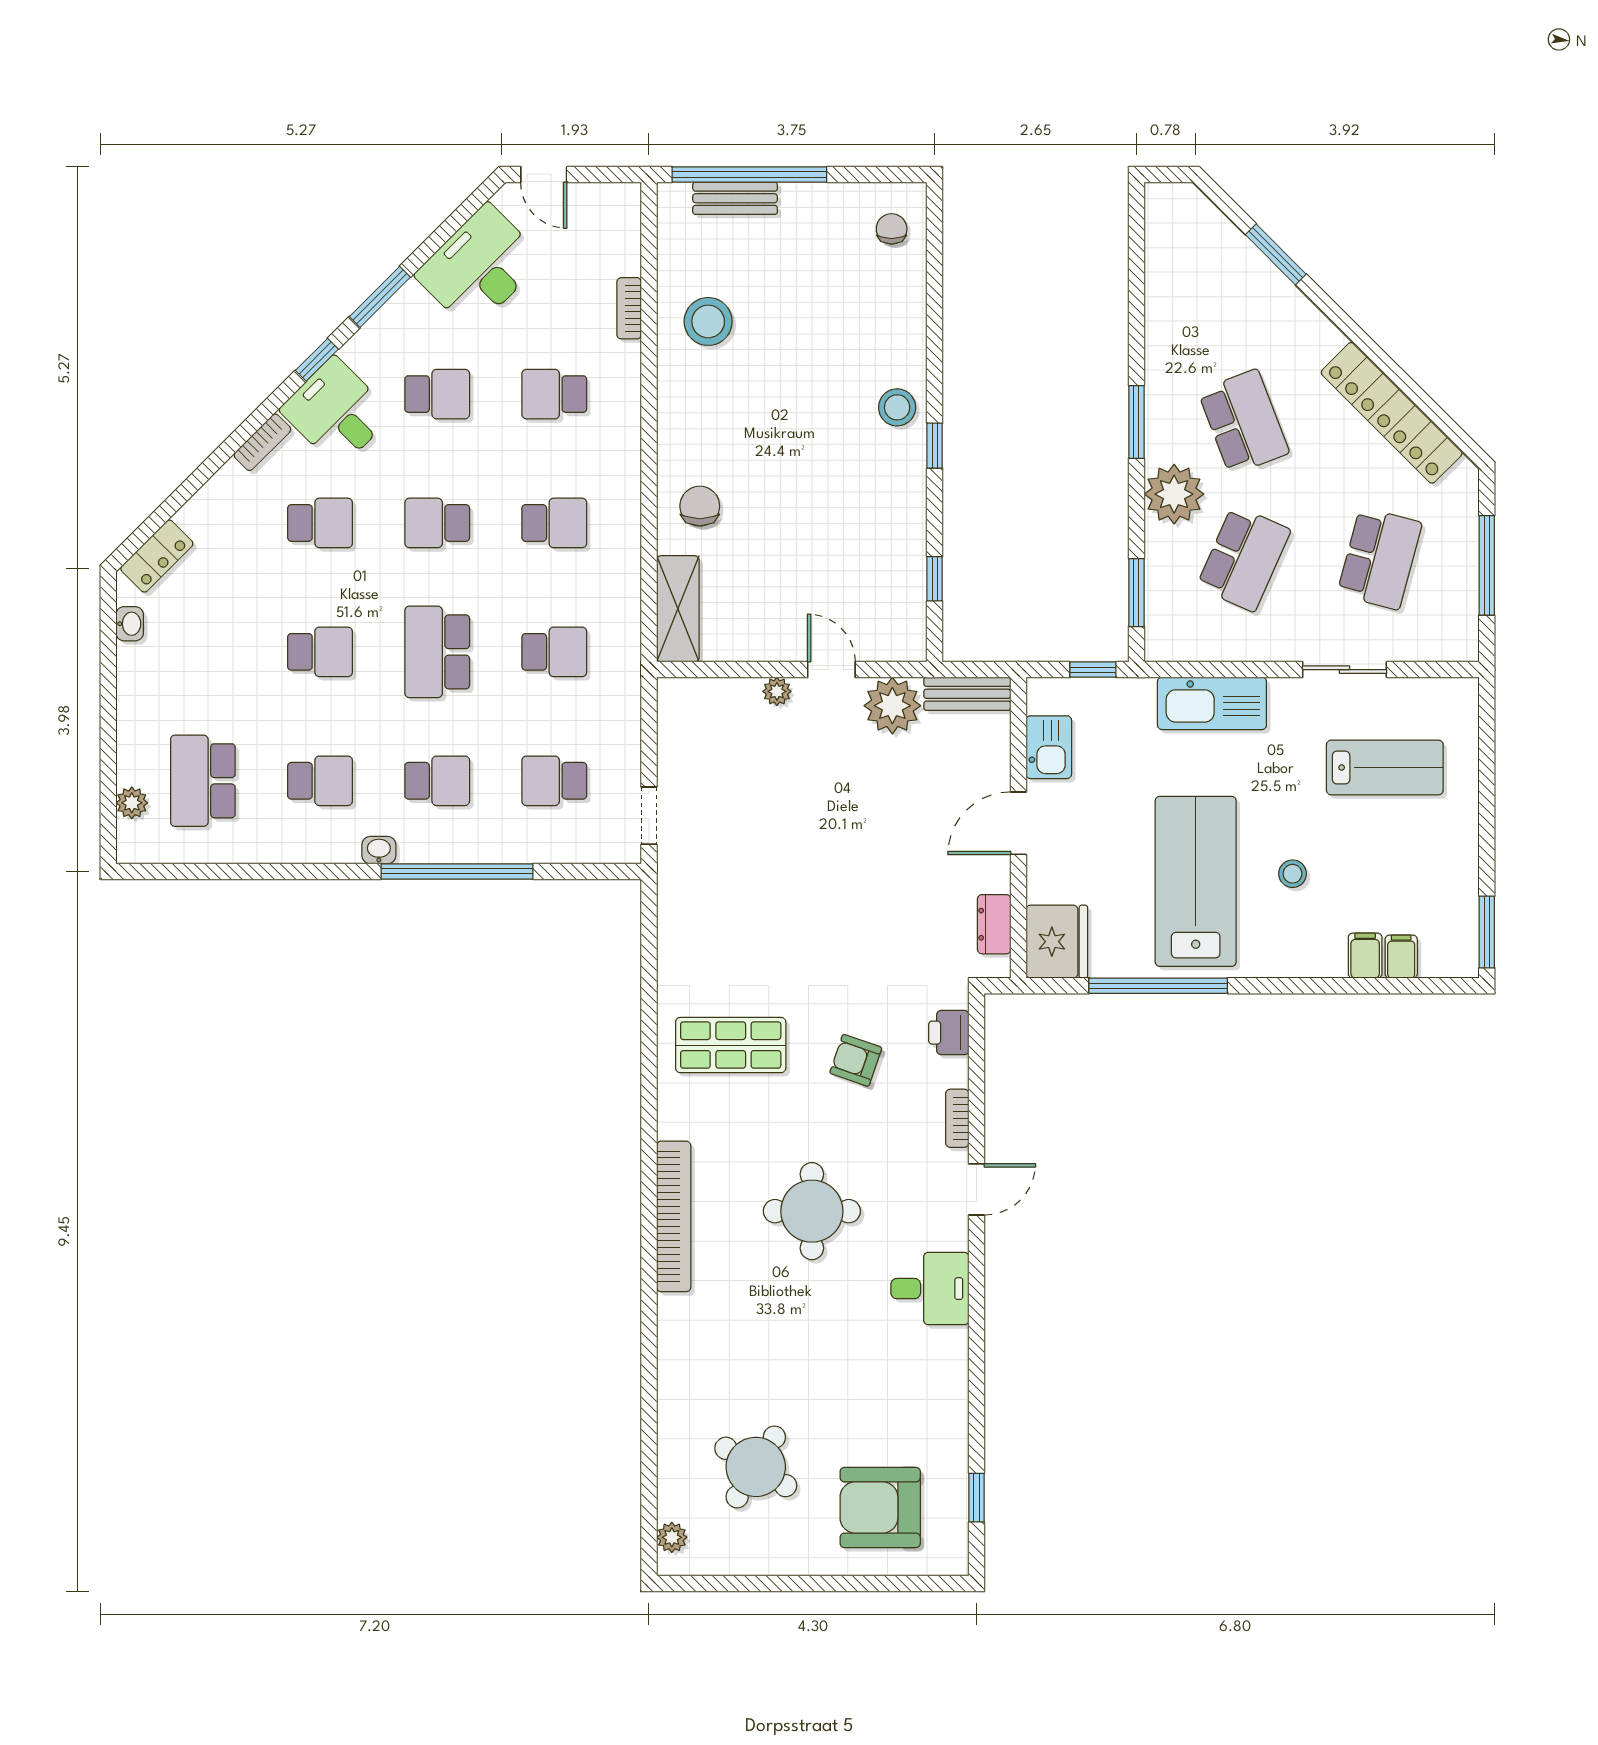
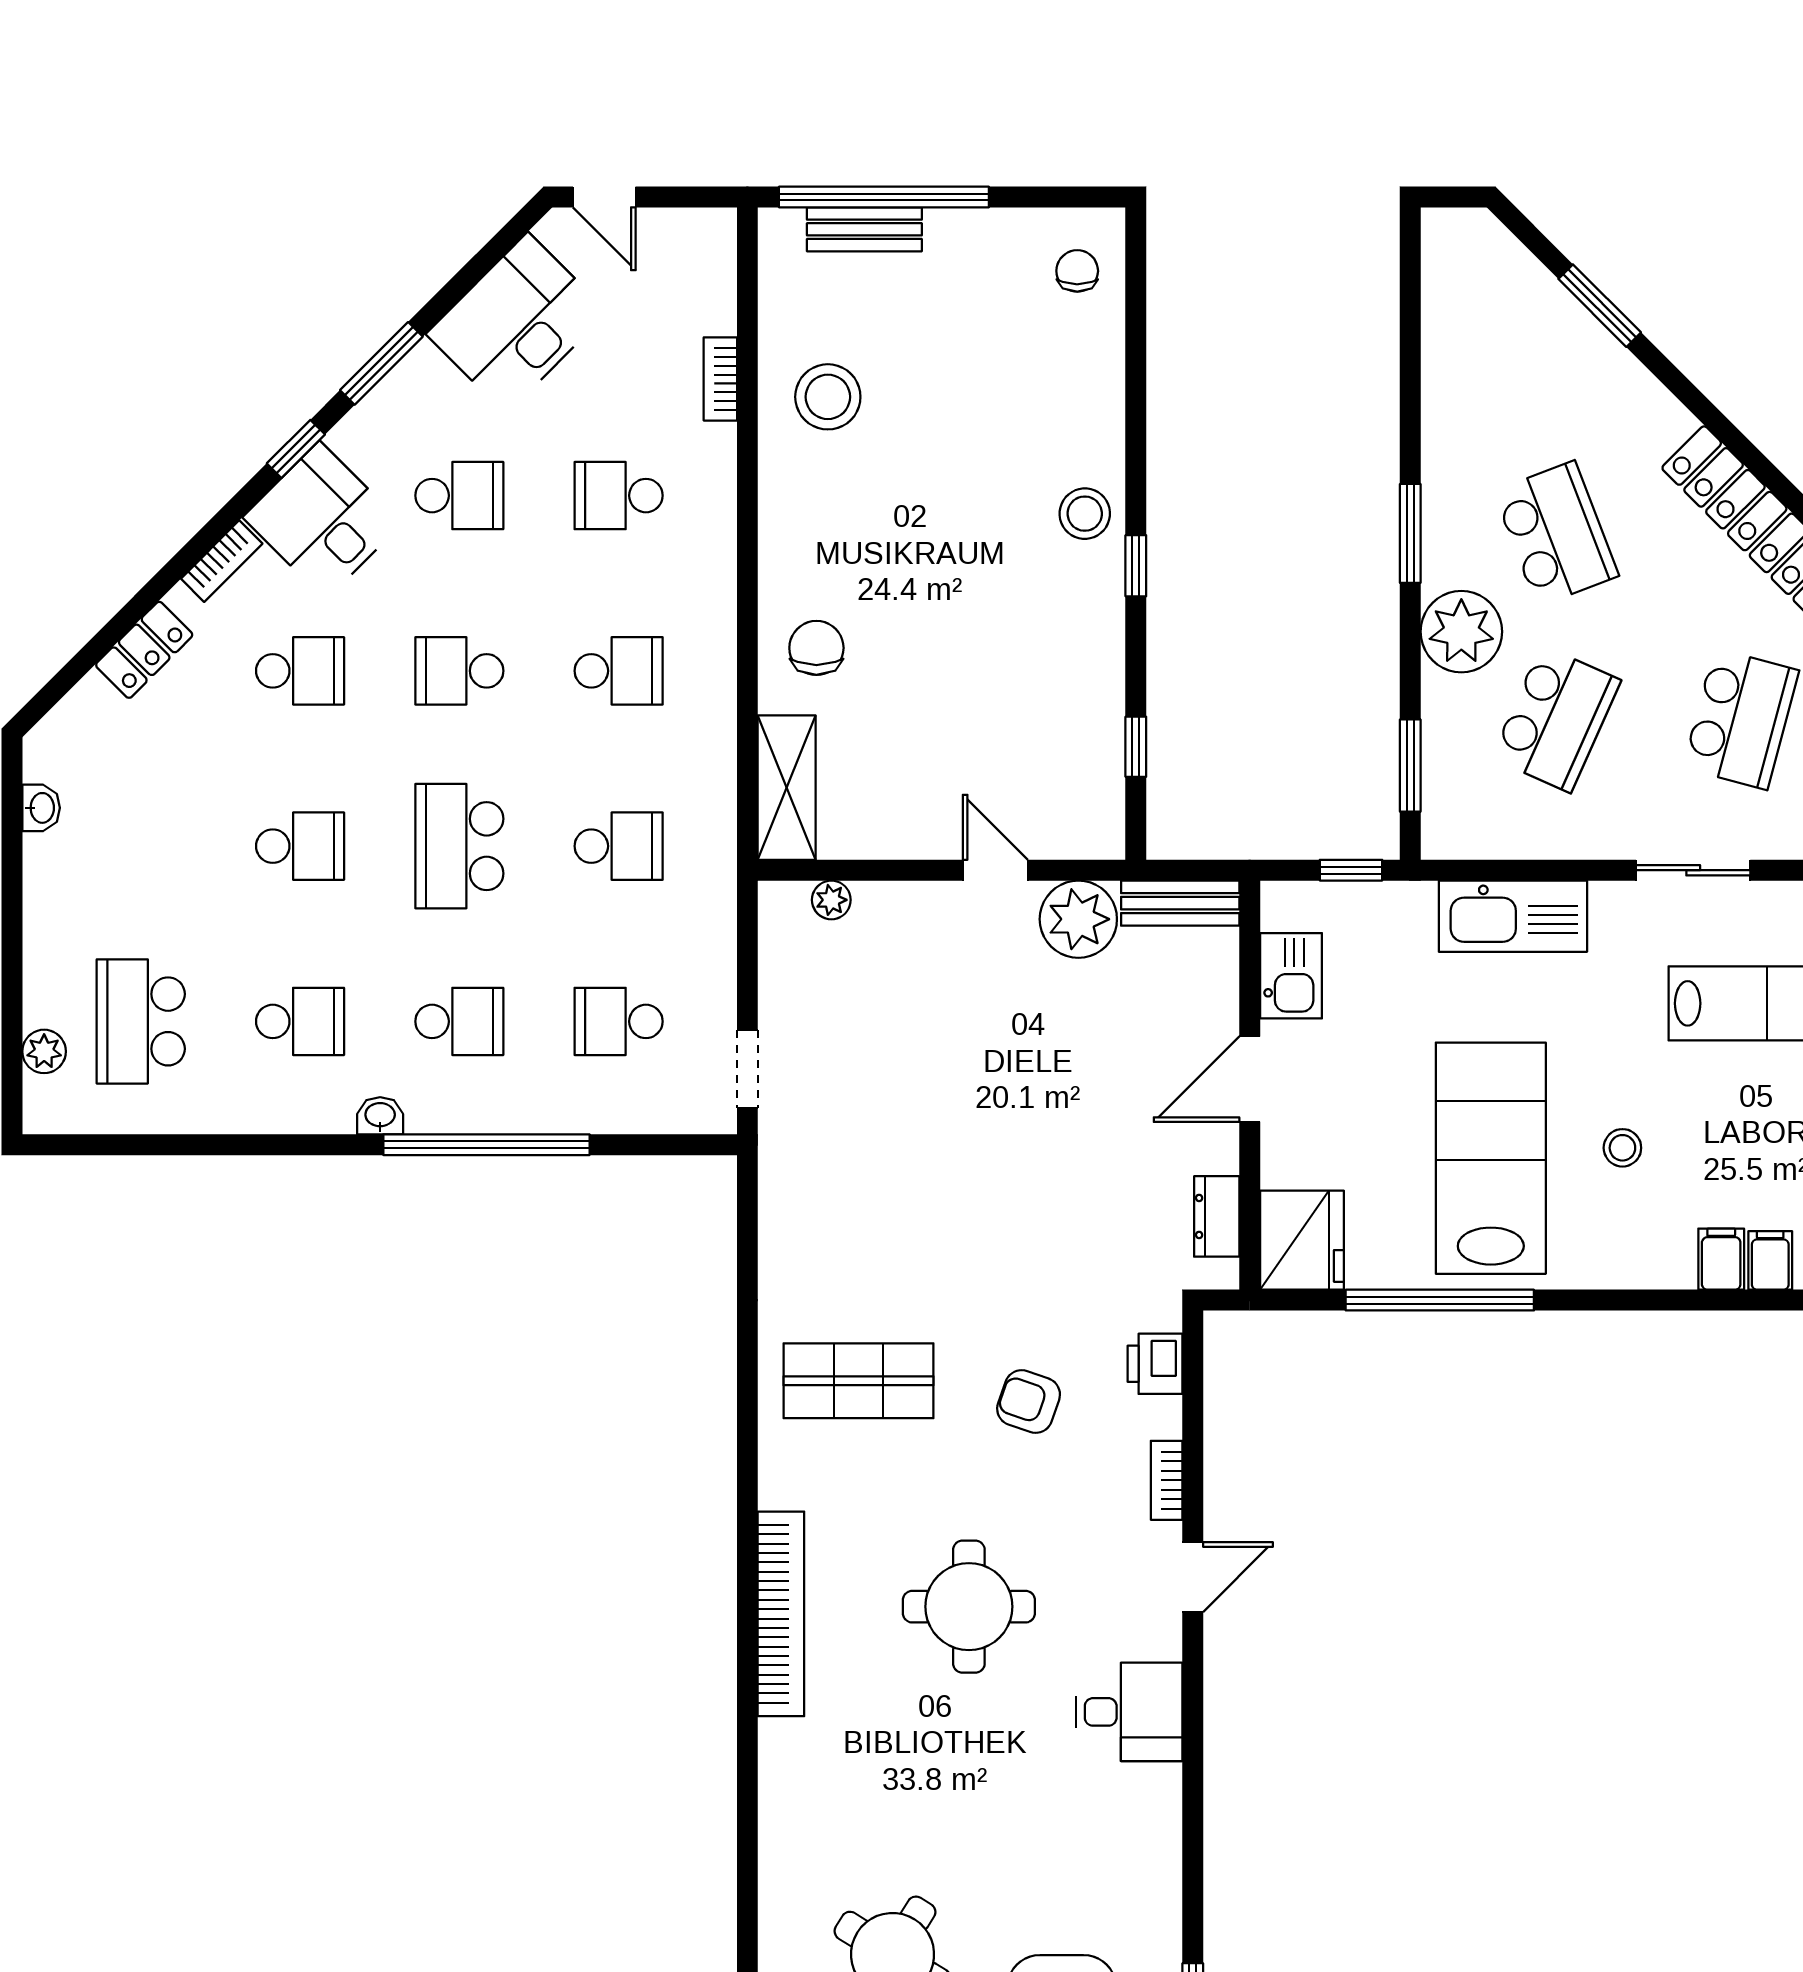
locker: (157, 556) -> (144, 650), moved
plant: (777, 691) -> (831, 900), moved

